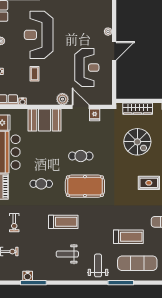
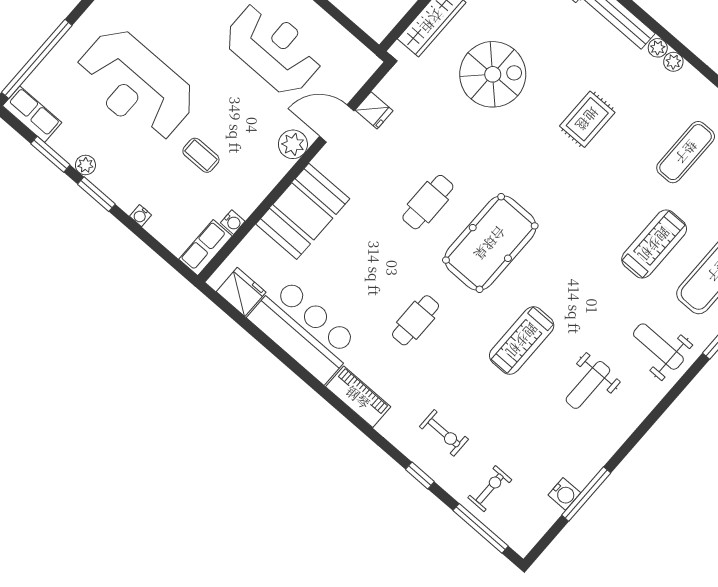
treadmill: (63, 222) -> (522, 340), turned 180

